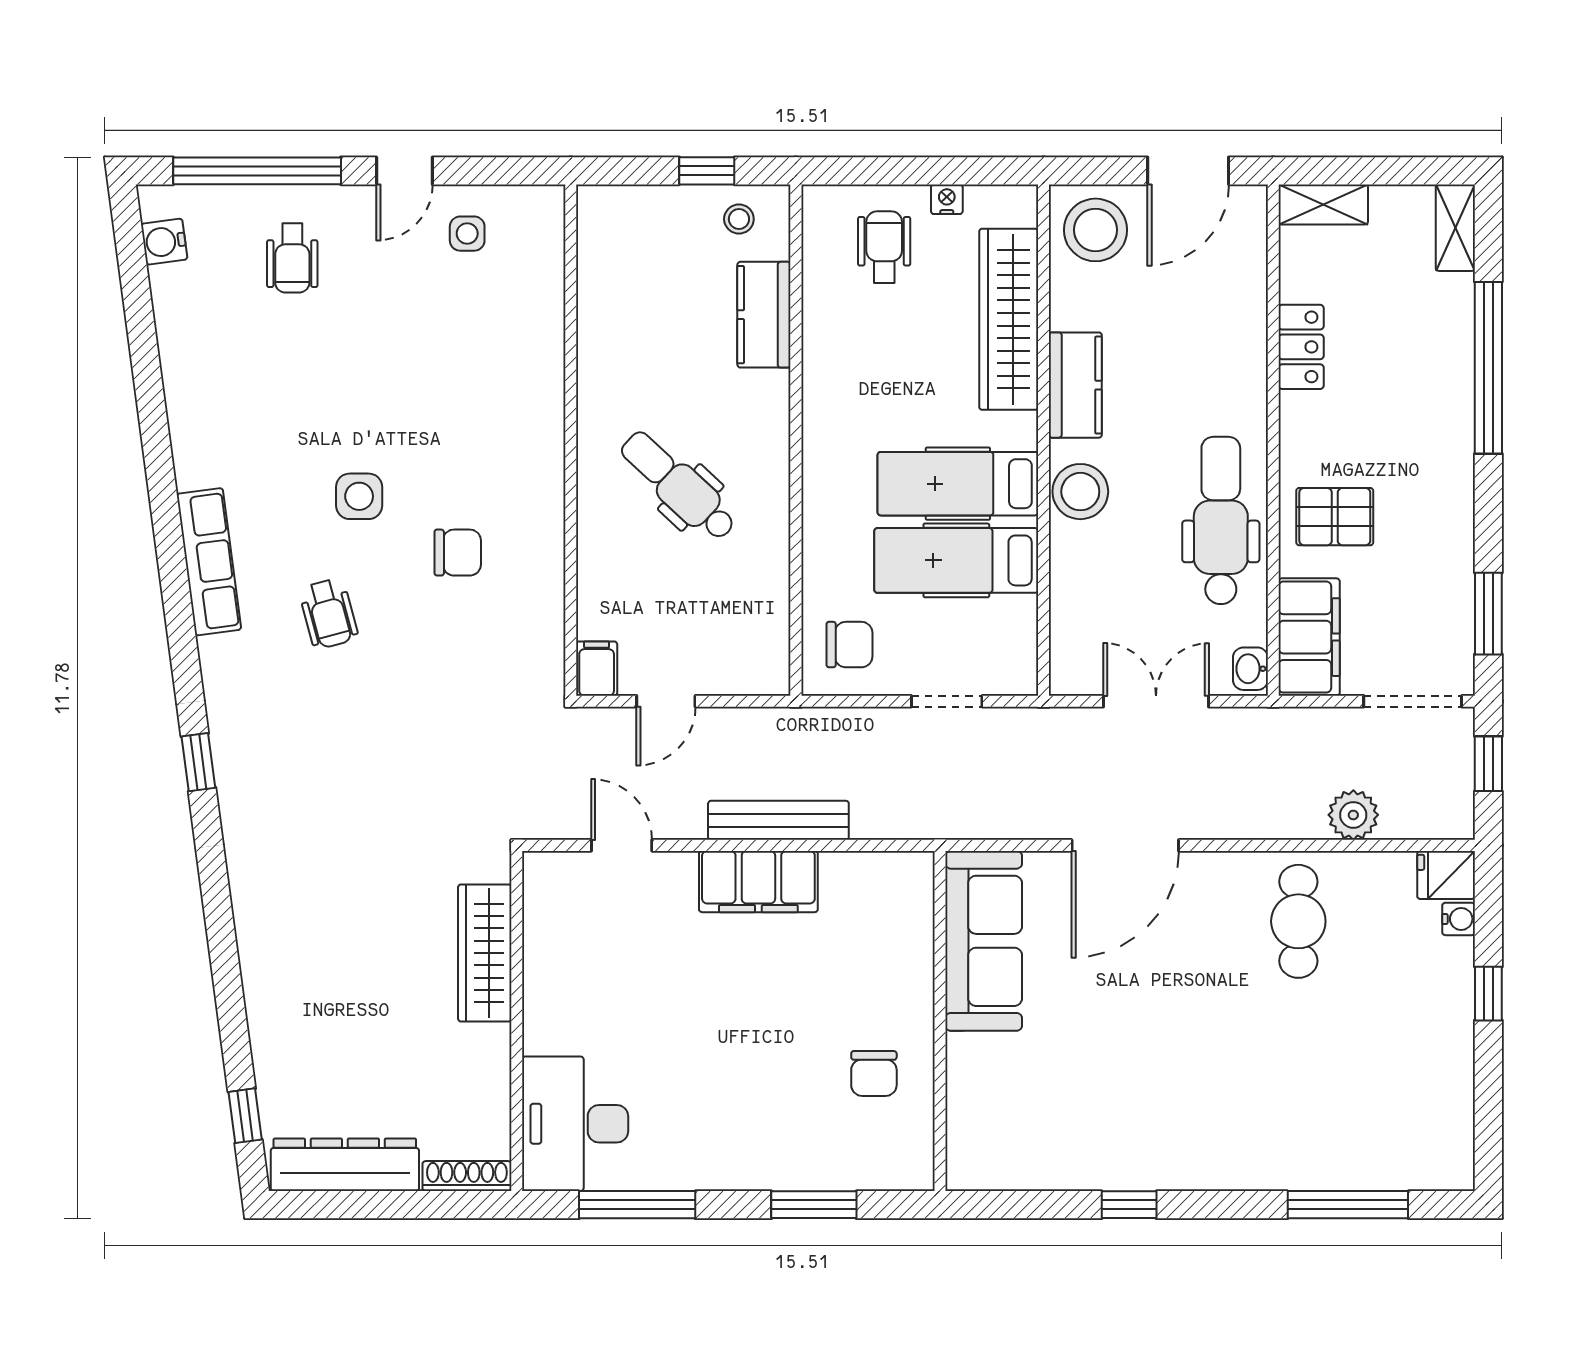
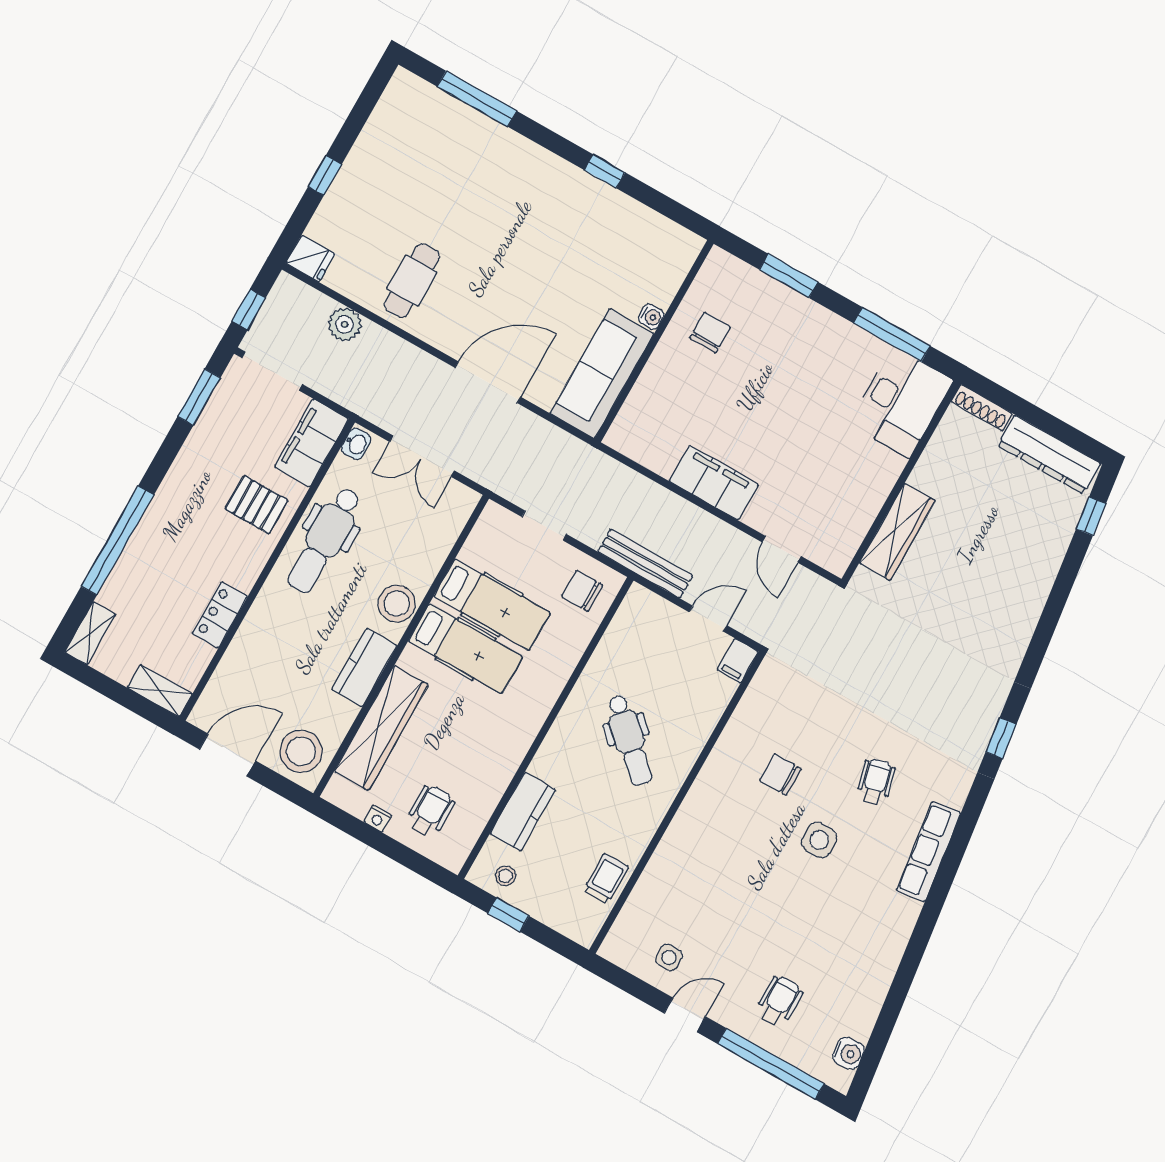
wheelchair: (884, 247) -> (430, 811), turned 180
trolley: (607, 289) -> (606, 879), added
bench: (778, 820) -> (645, 564), moved
water cooler: (1459, 919) -> (651, 317), moved, turned 180

